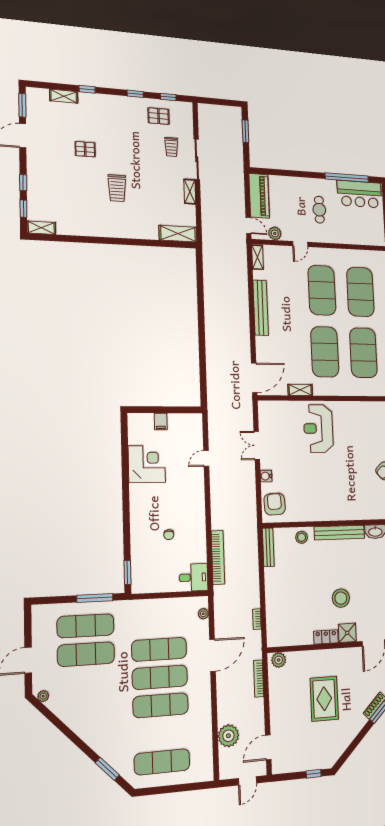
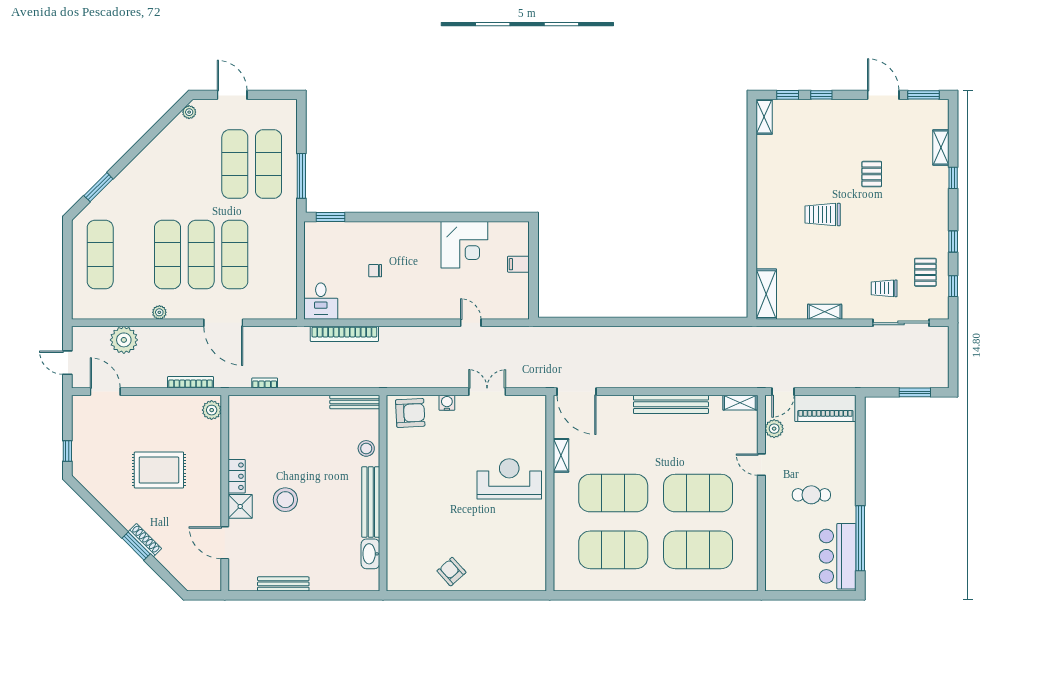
sliding door: (197, 159) -> (901, 323), moved
plant: (203, 614) -> (159, 312), moved

